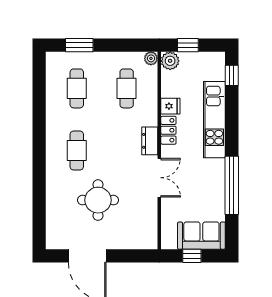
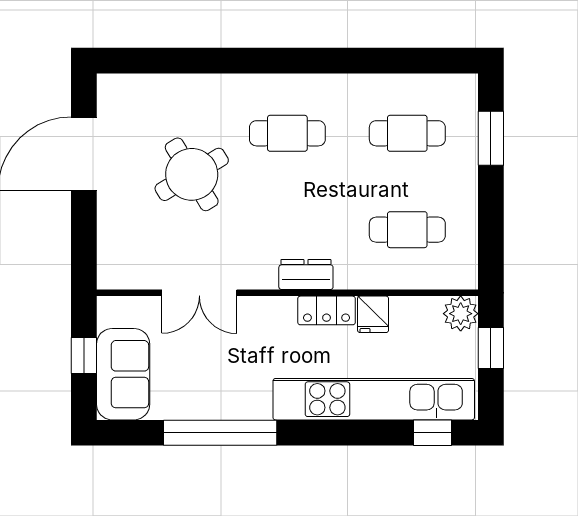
plant: (151, 58) -> (465, 277), removed
kitchen unit: (214, 120) -> (374, 399), width x1.36
double door: (159, 178) -> (199, 293), moved
round table: (98, 200) -> (192, 174), turned -31

